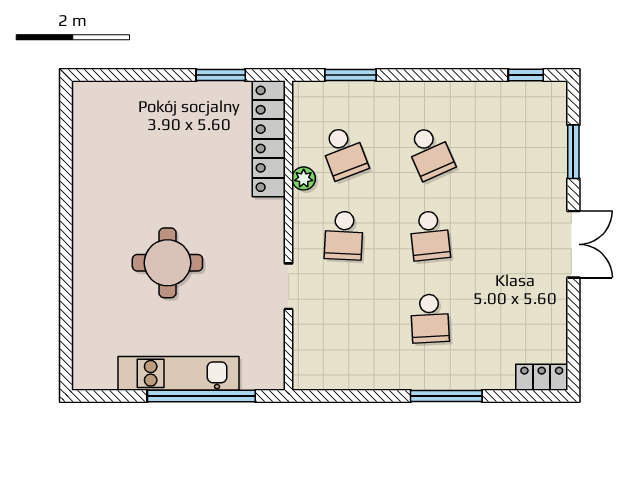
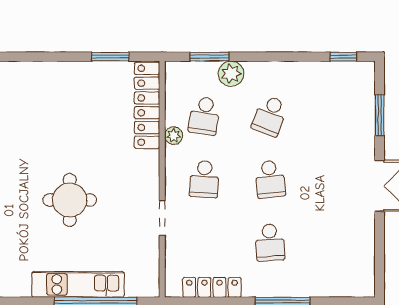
plant: (379, 97) -> (231, 74), added
school desk: (344, 153) -> (204, 116), turned 30
school desk: (430, 153) -> (270, 116), turned 45
locker: (542, 377) -> (212, 287), moved, width x1.53

